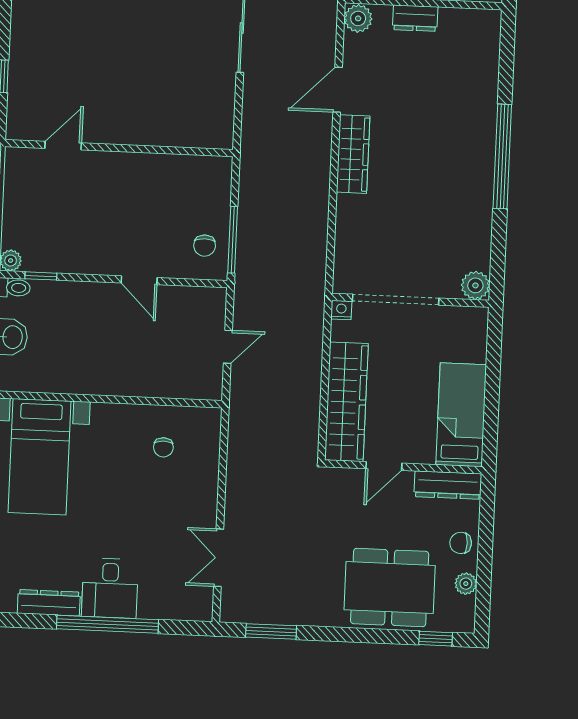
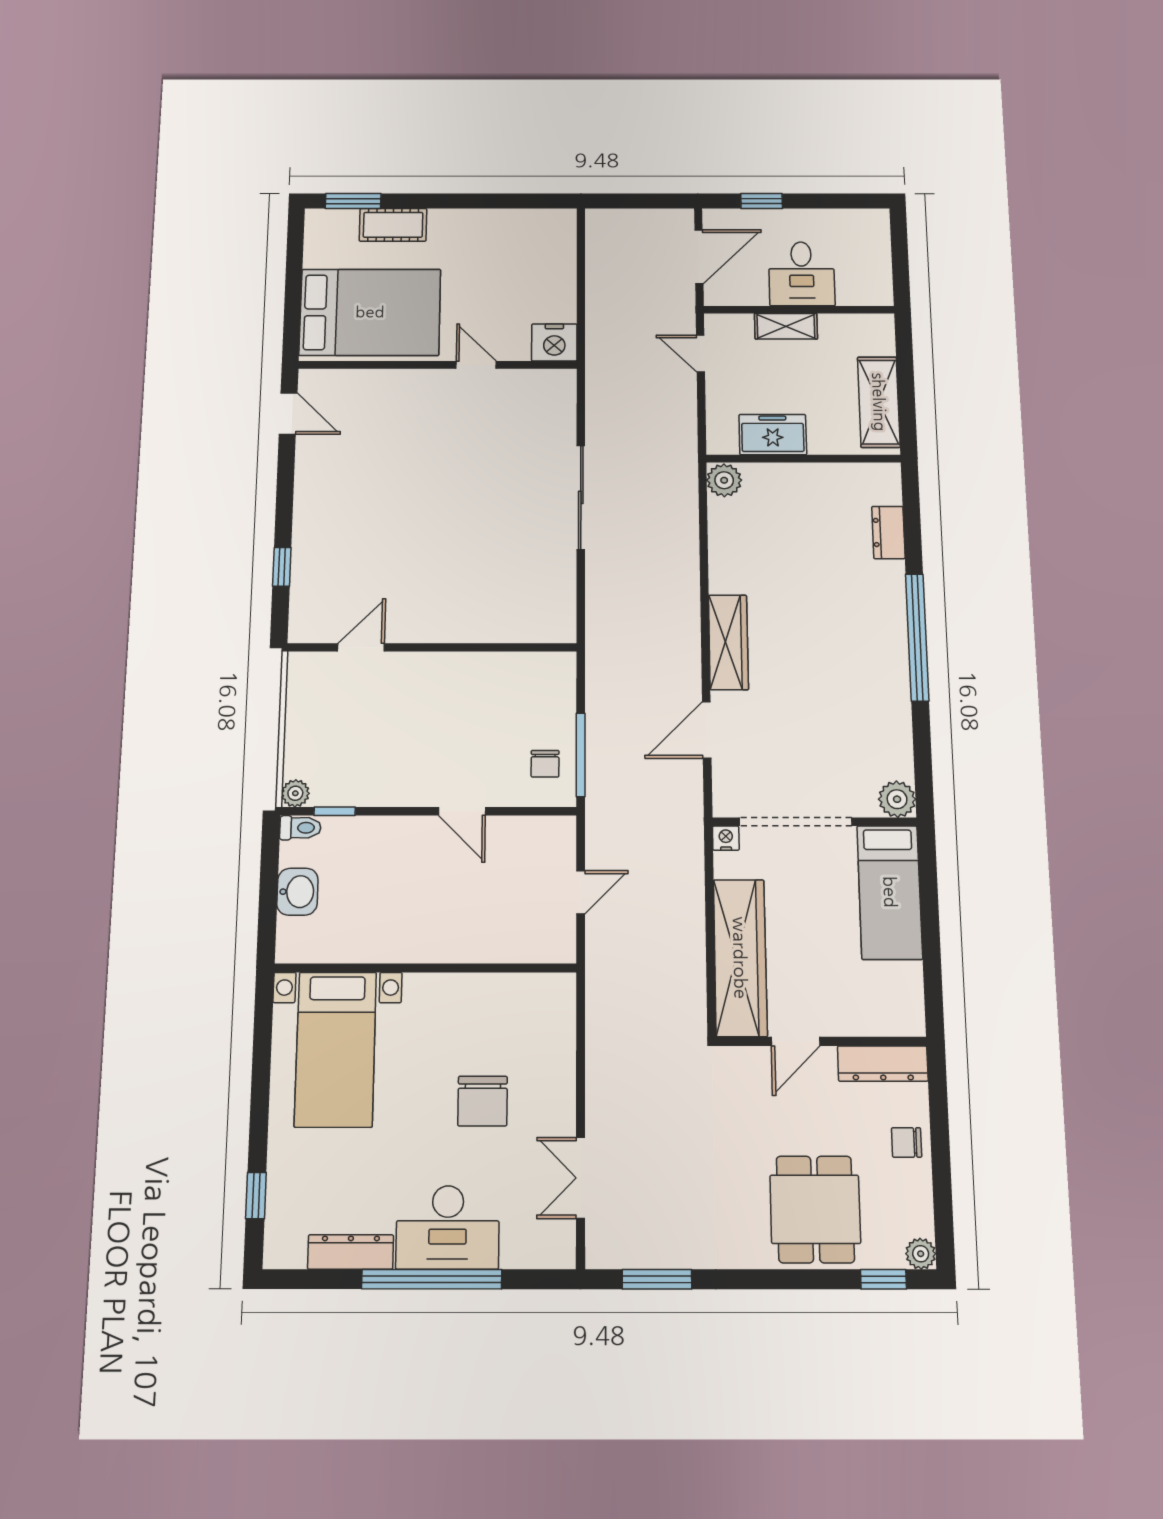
dresser: (415, 18) -> (888, 532), moved, turned 90
door: (338, 90) -> (707, 730), moved
bed: (461, 415) -> (890, 892), moved, turned 180
chair: (163, 447) -> (483, 1101), moved, width x1.87, depth x1.87
plant: (466, 584) -> (921, 1254), moved
desk: (110, 588) -> (448, 1227), width x1.37
dining table: (390, 588) -> (815, 1209), width x0.73

